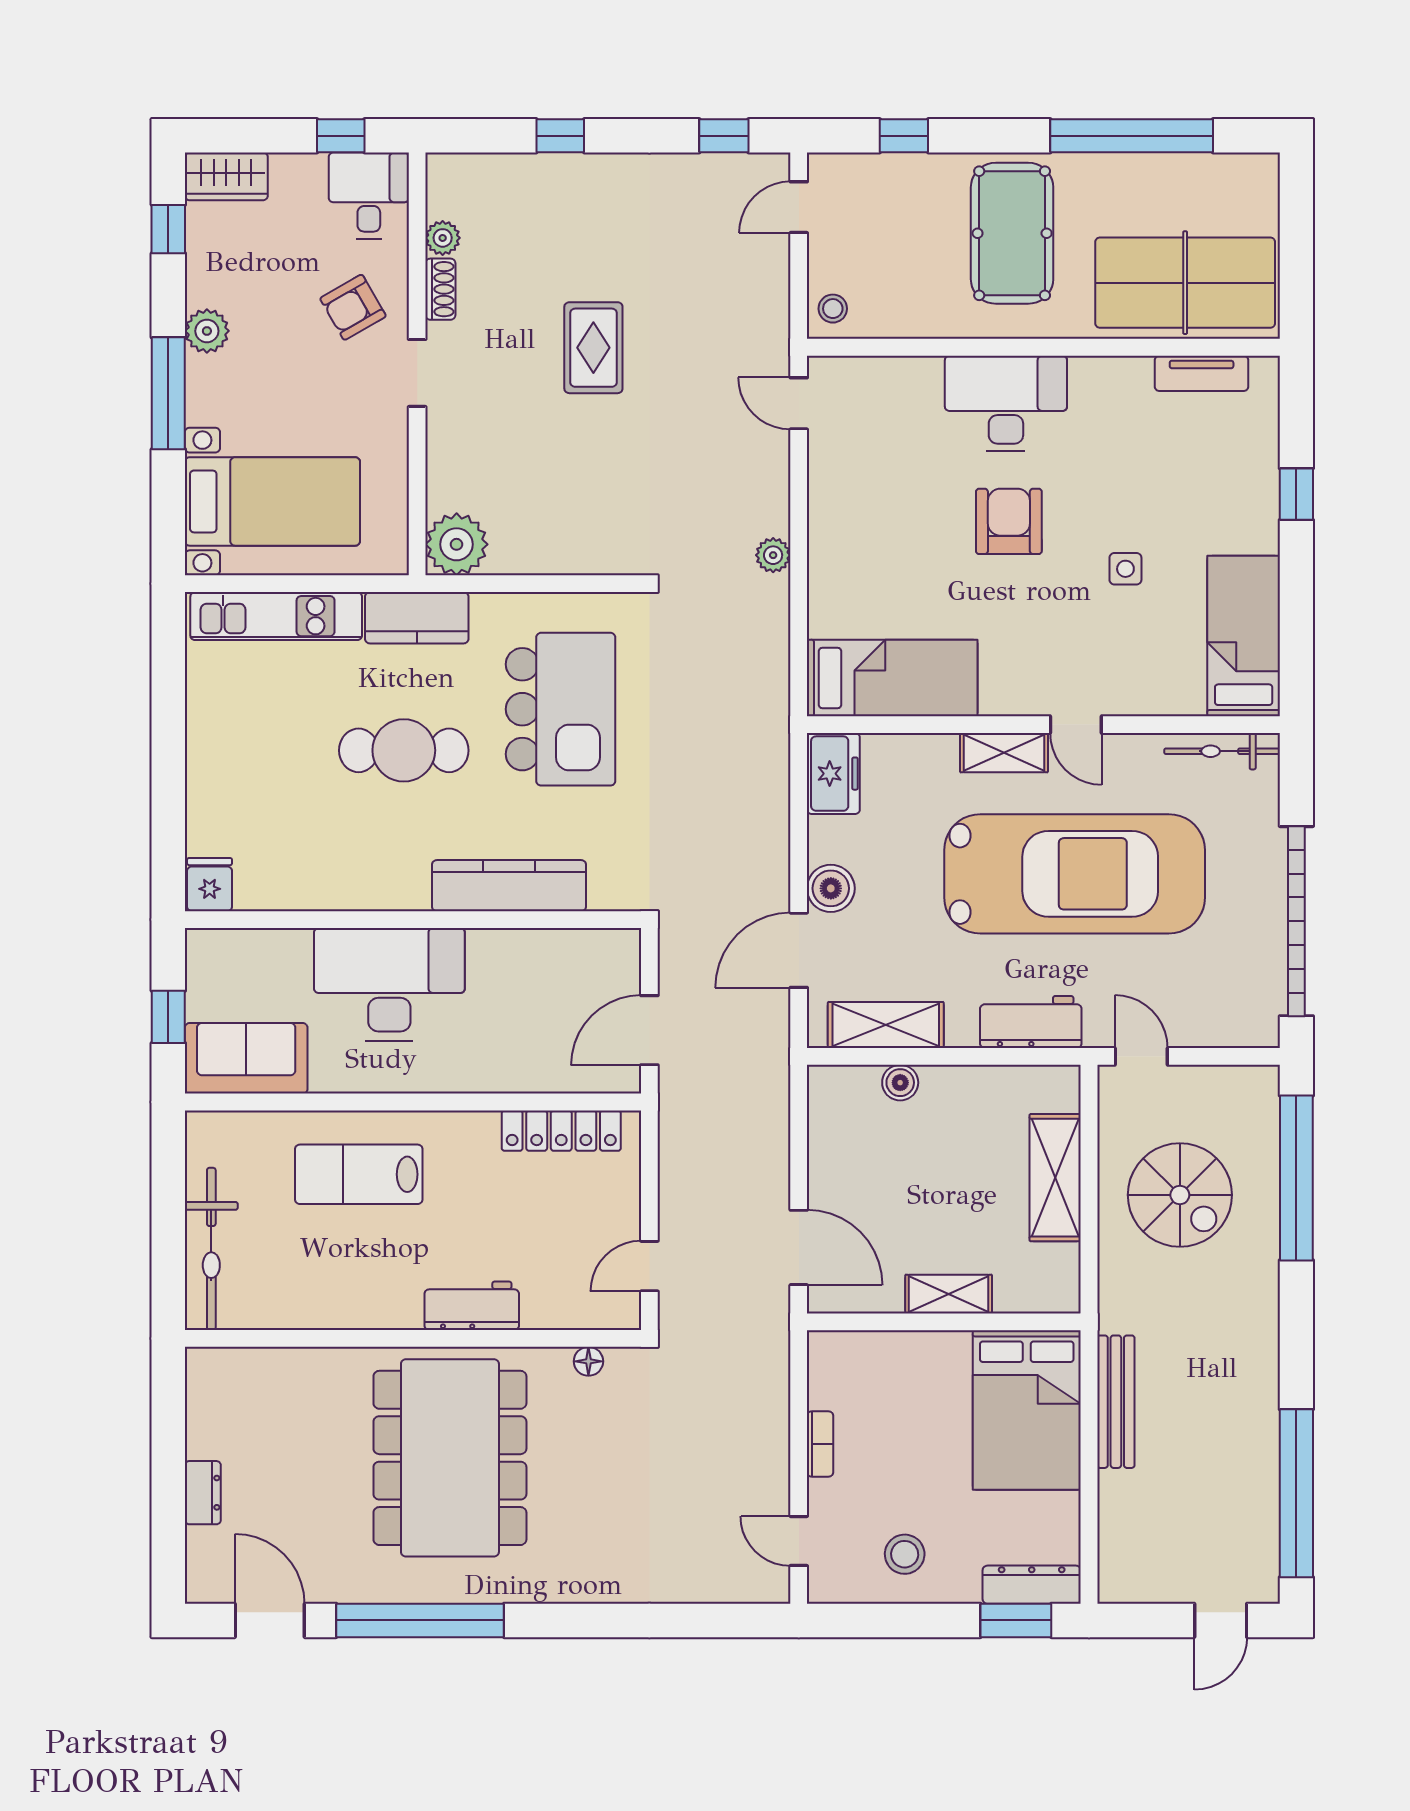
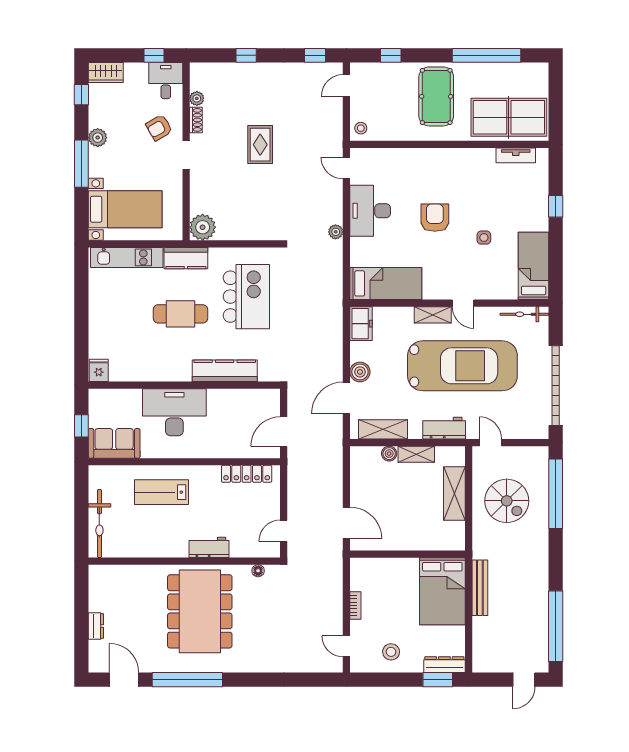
desk: (1006, 403) -> (370, 211), moved, turned -90
shelving: (949, 1294) -> (416, 454), moved

